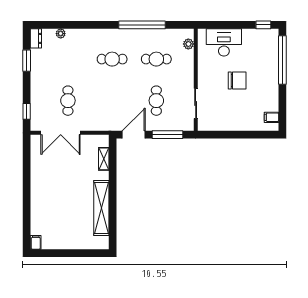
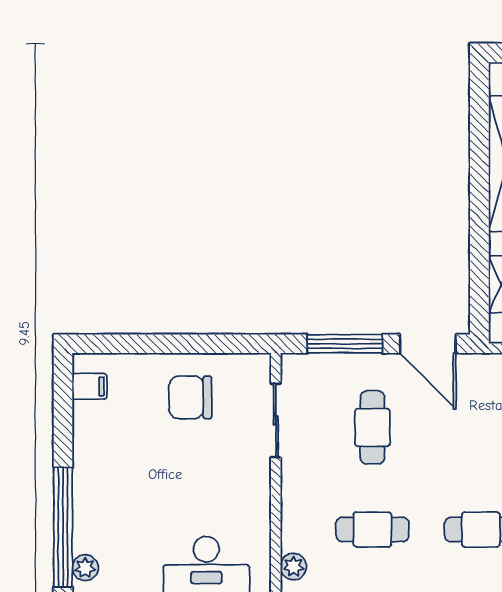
plant: (273, 43) -> (85, 568), added
chair: (237, 81) -> (190, 397), moved
door: (134, 135) -> (428, 344), hinge flipped

